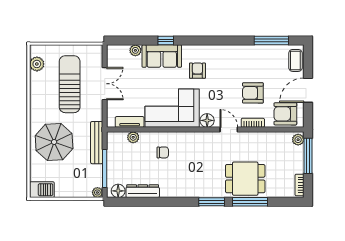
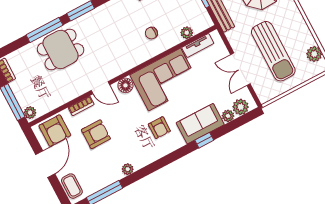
plant: (242, 50) -> (128, 169), added
plant: (121, 52) -> (241, 107), added
armchair: (285, 114) -> (55, 131), turned 90

